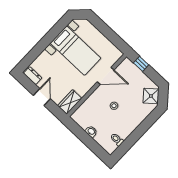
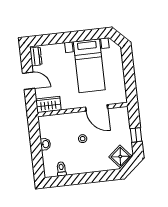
window: (141, 64) -> (136, 135), moved
door: (42, 97) -> (29, 81), hinge flipped

